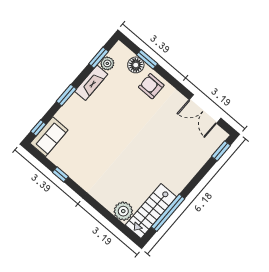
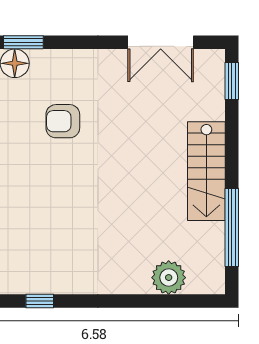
armchair: (151, 86) -> (63, 121), moved
stairs: (151, 211) -> (206, 171), moved

